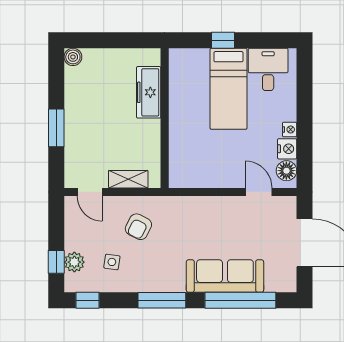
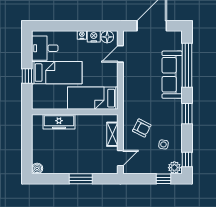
bed: (187, 147) -> (93, 98), added
plant: (74, 262) -> (174, 168), moved
window: (162, 300) -> (187, 114), width x0.69

